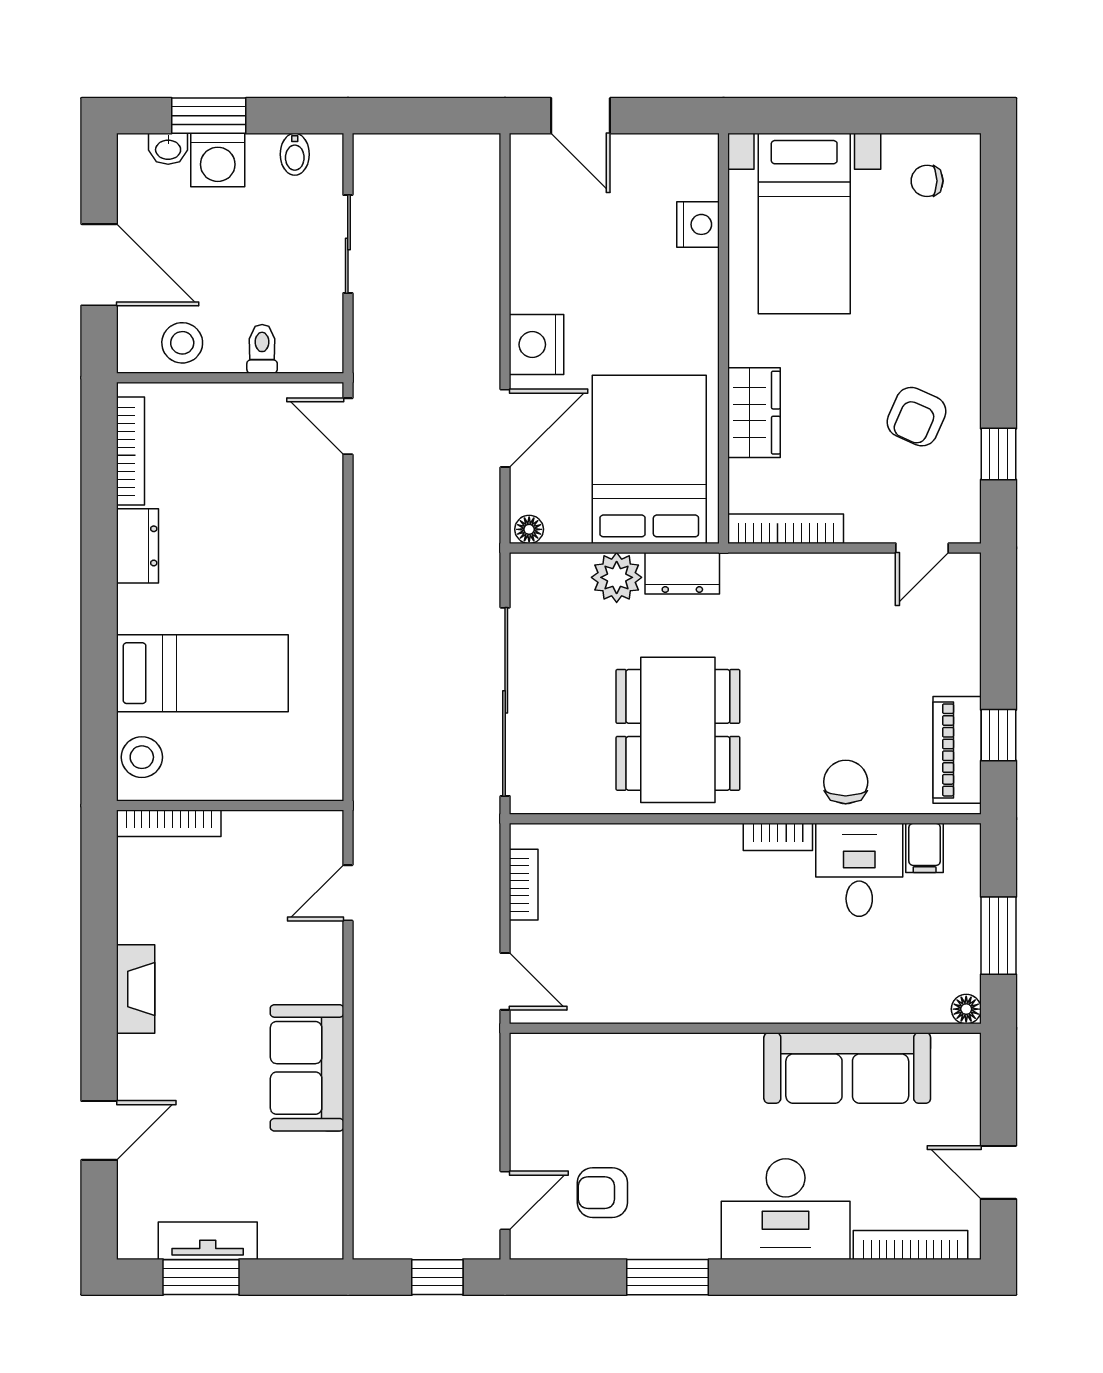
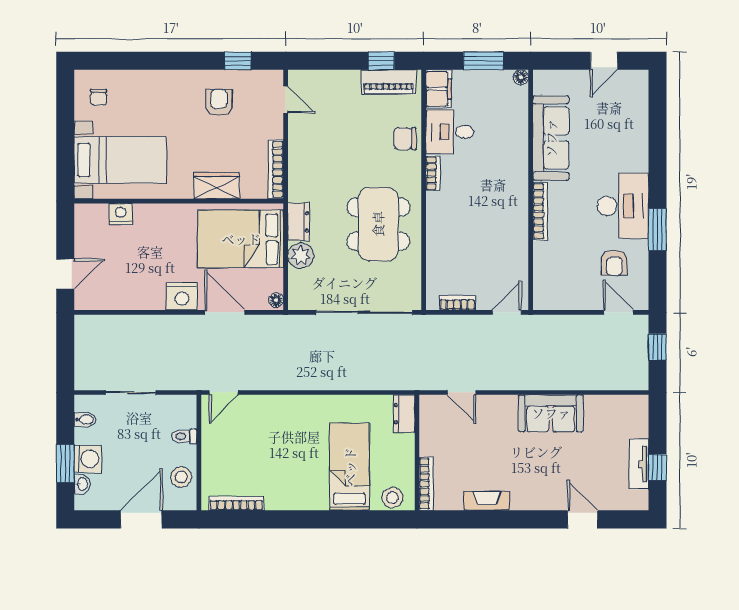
armchair: (917, 417) -> (219, 103), turned -114
dresser: (137, 546) -> (404, 414), moved, turned -90
dining table: (678, 730) -> (378, 224), turned 90
filing cabinet: (925, 848) -> (439, 89), width x2.00
fireplace: (136, 989) -> (487, 501), moved
desk: (786, 1209) -> (623, 206), moved
bookcase: (910, 1245) -> (540, 211), moved, turned 180
window: (201, 1277) -> (657, 467), width x0.67

